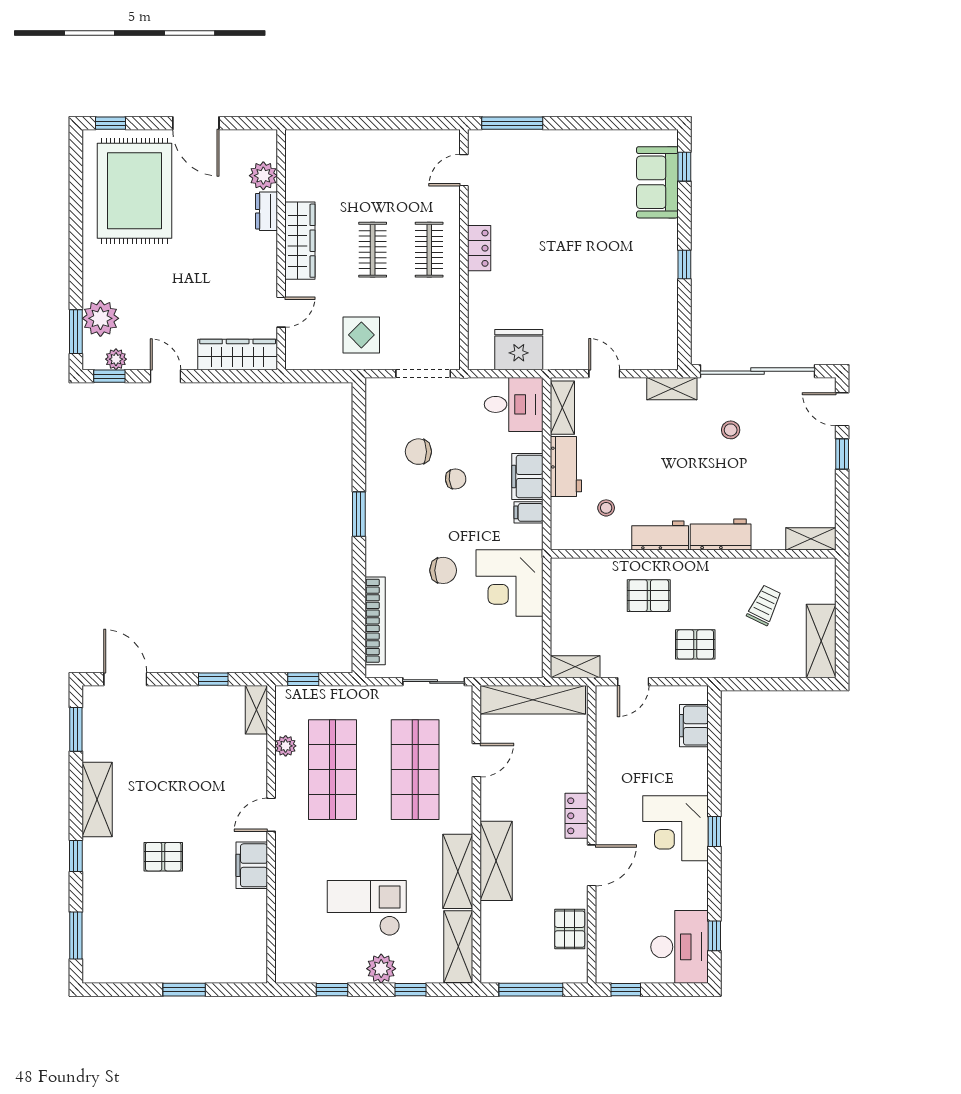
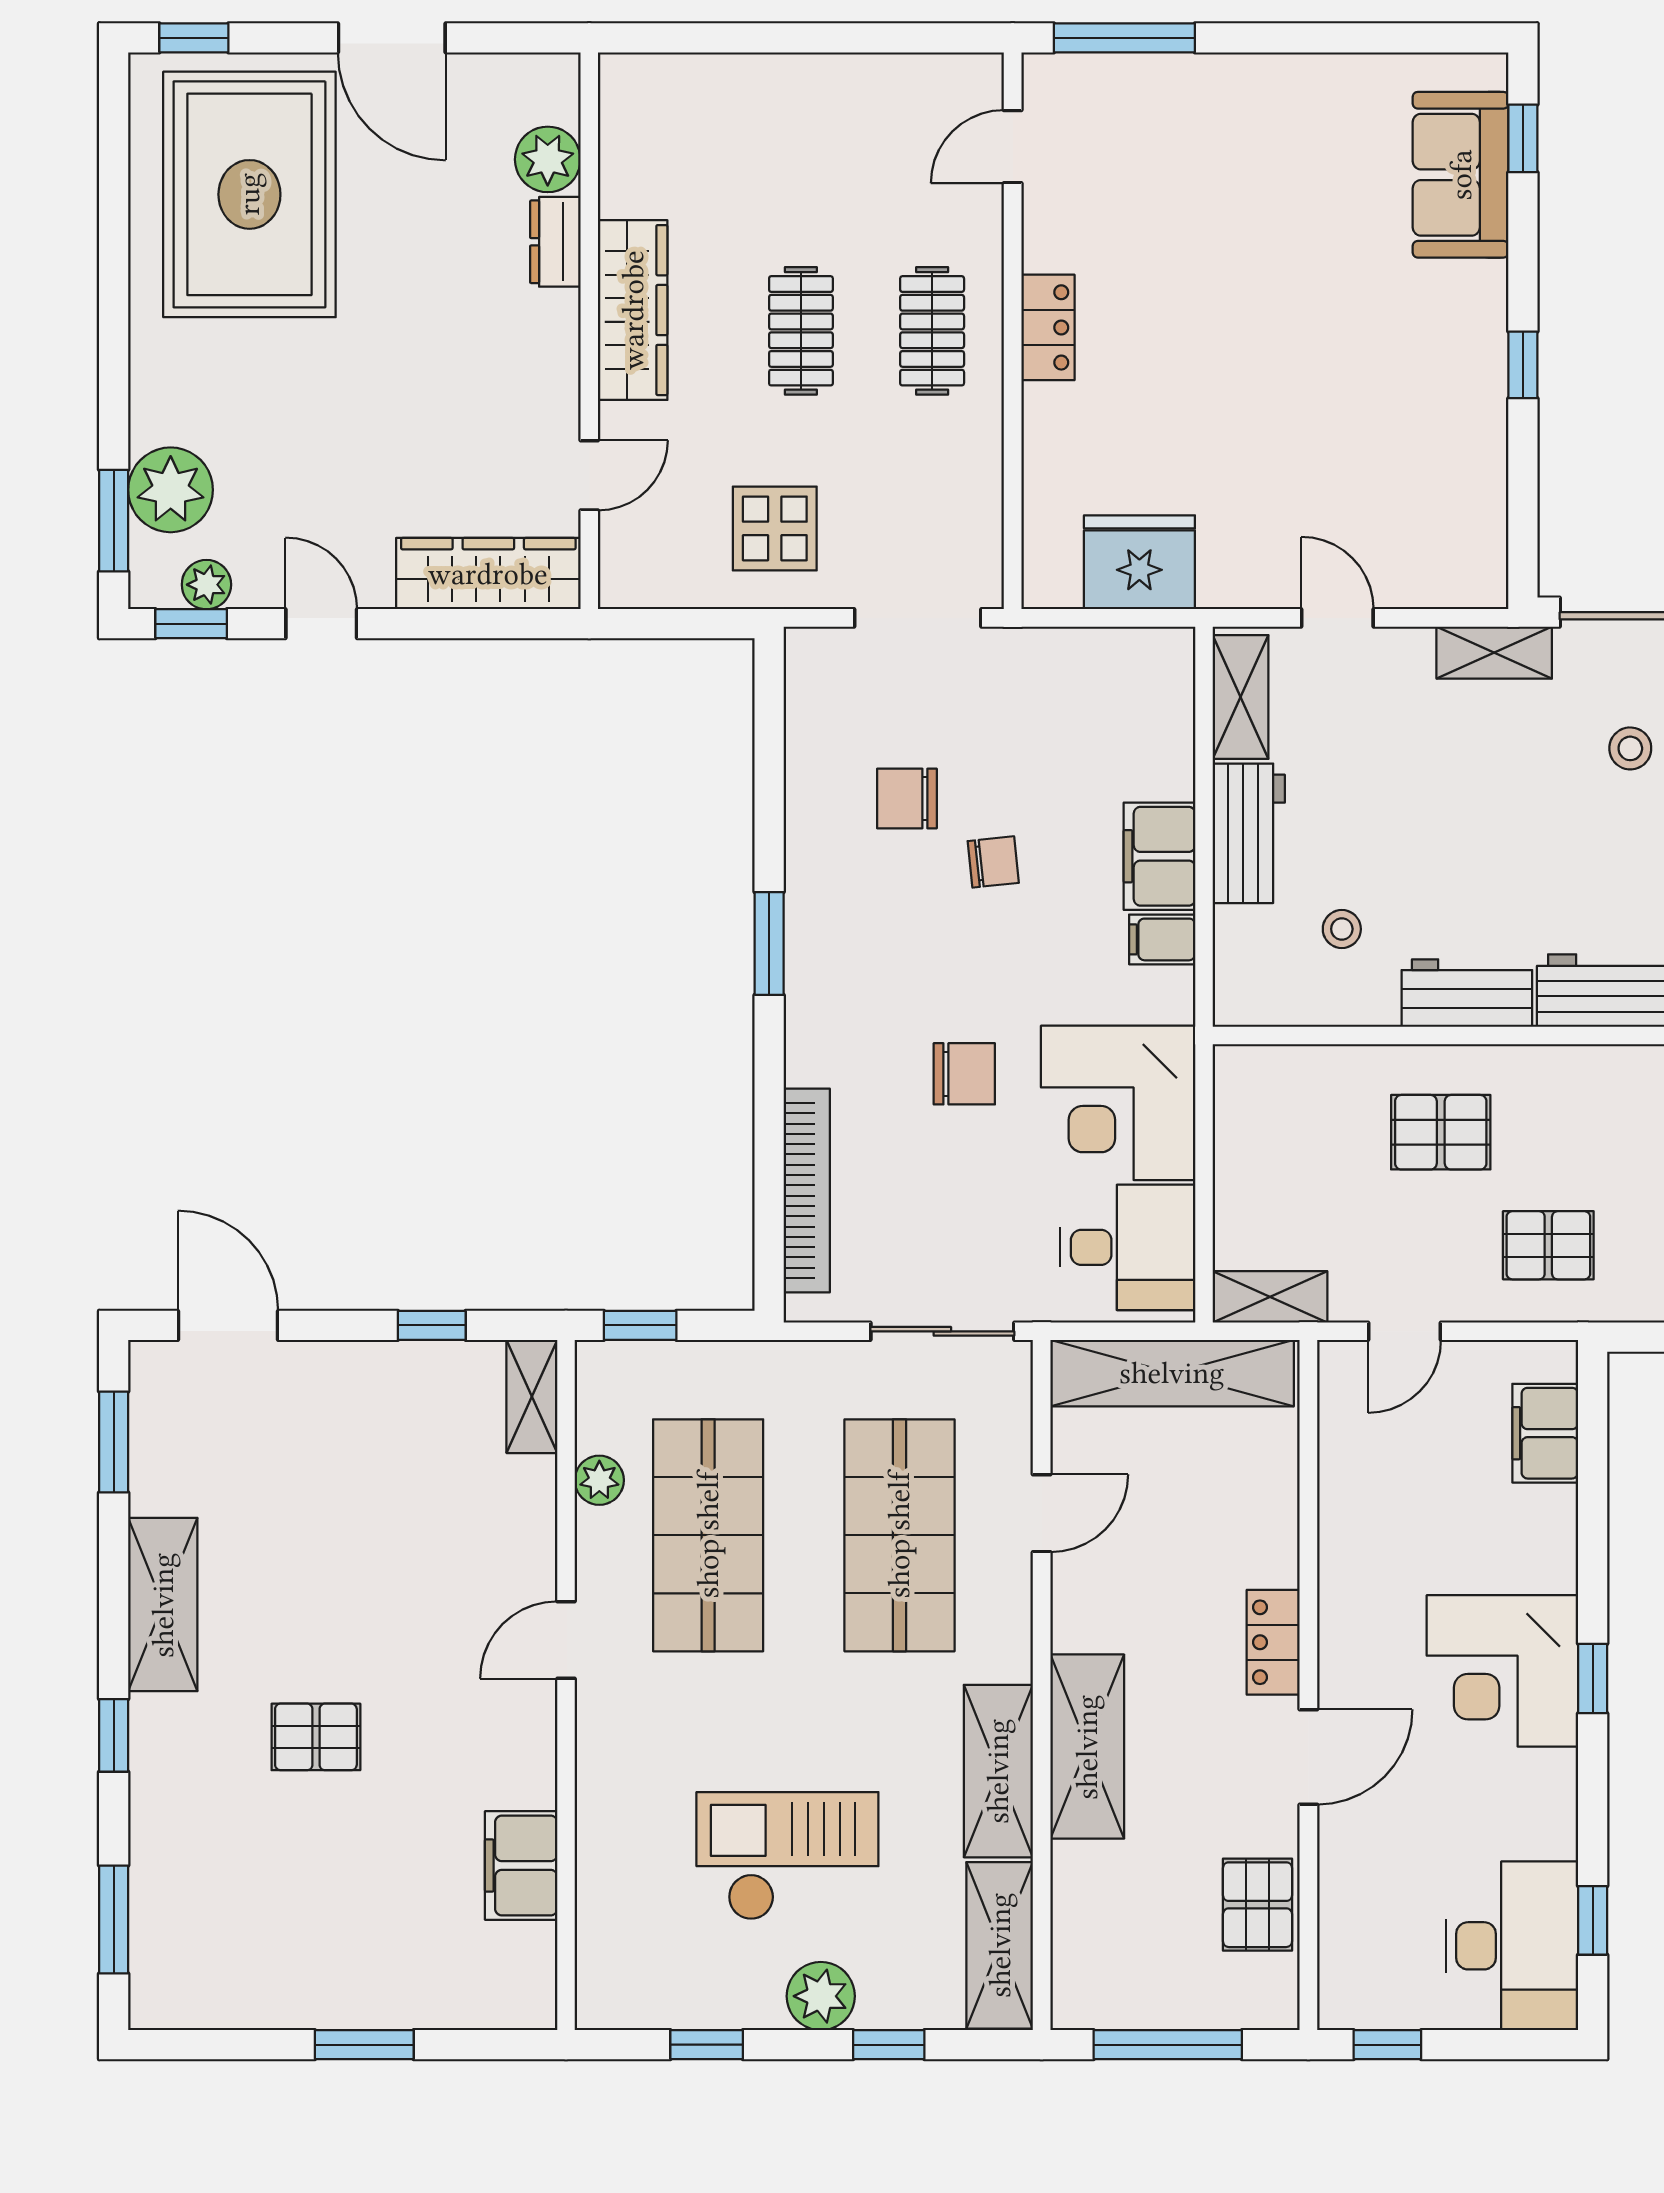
desk: (514, 404) -> (1128, 1247), moved
filing cabinet: (252, 865) -> (521, 1865), moved

